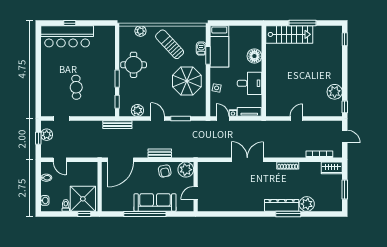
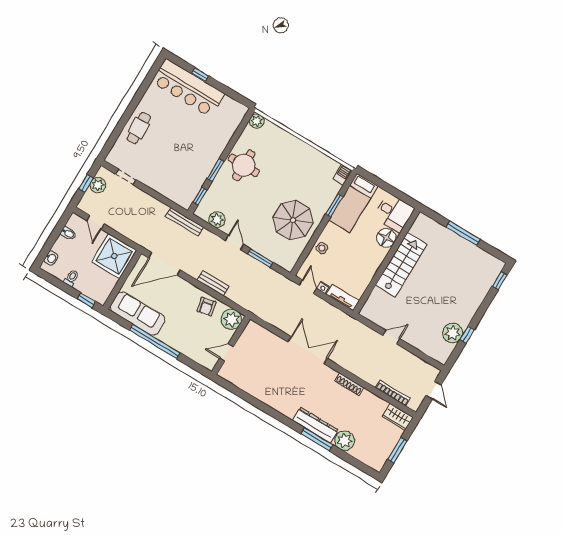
plant: (140, 31) -> (257, 121), moved
stairs: (289, 34) -> (401, 265), moved, turned -90
sun lounger: (170, 44) -> (298, 167), removed
barbecue: (201, 49) -> (342, 175), moved
desk: (250, 83) -> (394, 213), moved
cafe table: (76, 87) -> (139, 128), moved
window: (345, 107) -> (467, 335), moved
shower: (83, 199) -> (114, 256), moved
sofa: (155, 202) -> (138, 313), moved

